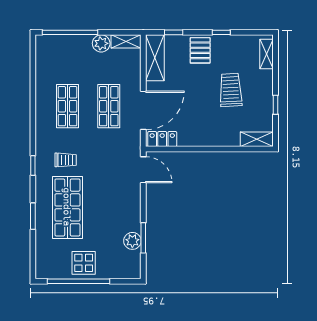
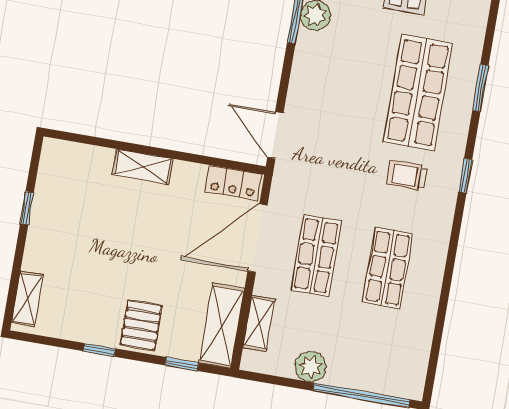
shelving: (126, 41) -> (259, 323), moved, turned 90
trolley: (231, 90) -> (100, 247), removed
shelving: (257, 139) -> (143, 167), moved

